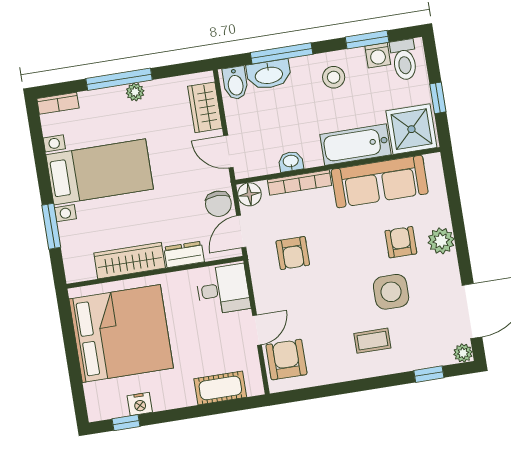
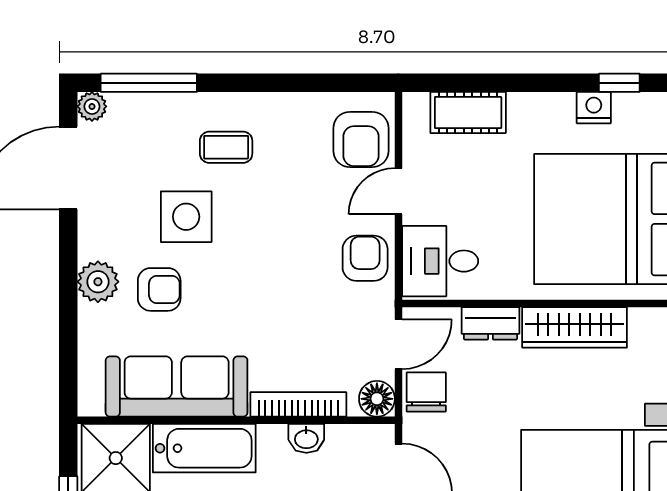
armchair: (401, 242) -> (159, 289), turned -90
armchair: (293, 253) -> (365, 258), moved
window: (429, 374) -> (149, 83), width x2.17

